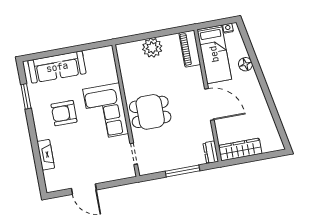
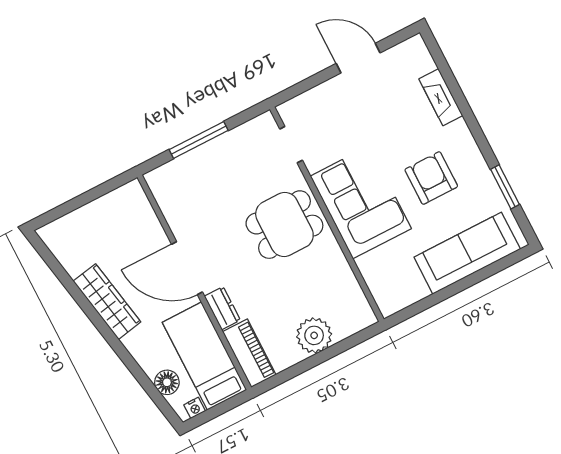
floor lamp: (245, 64) -> (167, 382), moved
armchair: (64, 113) -> (431, 178), turned -90
wardrobe: (240, 150) -> (107, 302), moved, turned -101
dresser: (211, 152) -> (222, 308), moved

